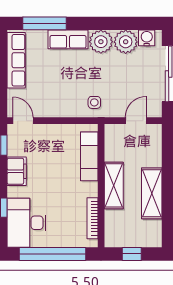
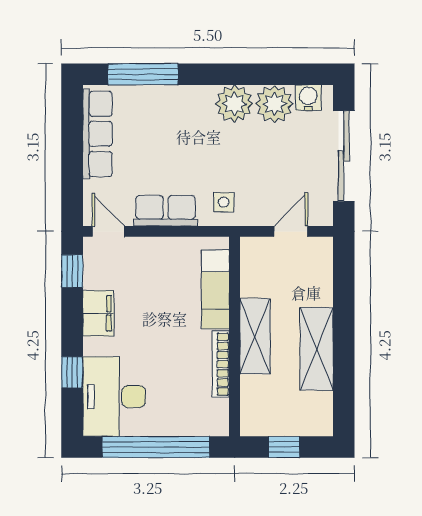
row of seats: (68, 39) -> (166, 211), moved, turned 180
bookcase: (93, 218) -> (221, 364), moved

